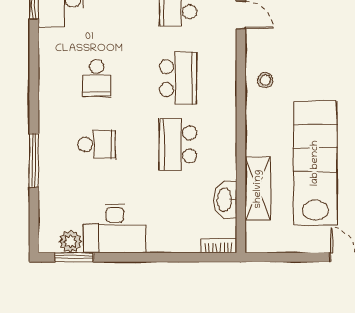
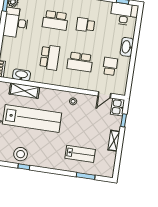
school desk: (97, 144) -> (55, 20), width x1.85
school desk: (178, 144) -> (50, 57), turned 90

